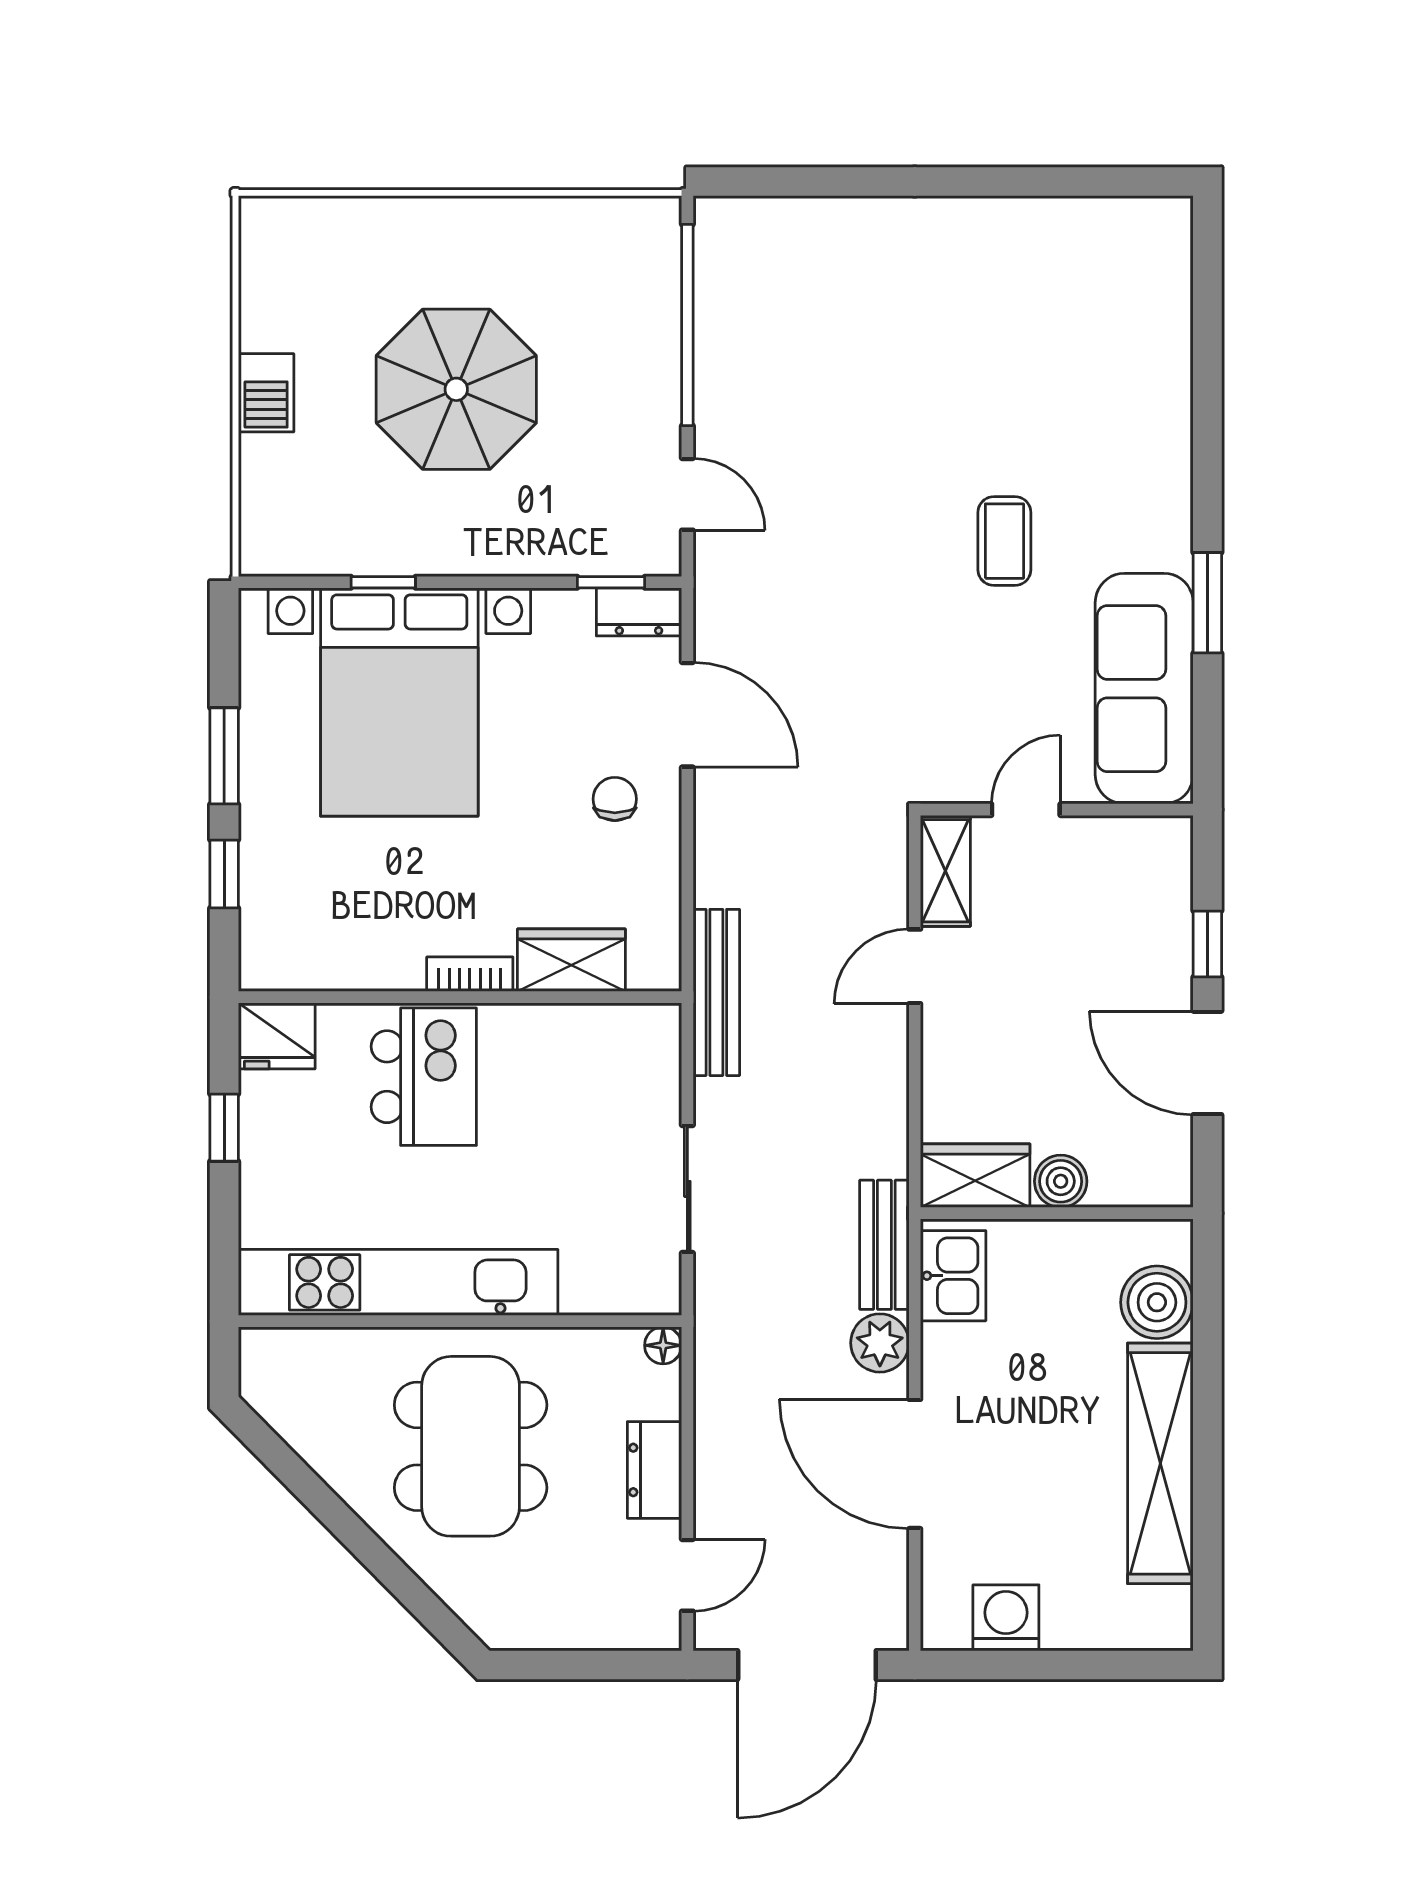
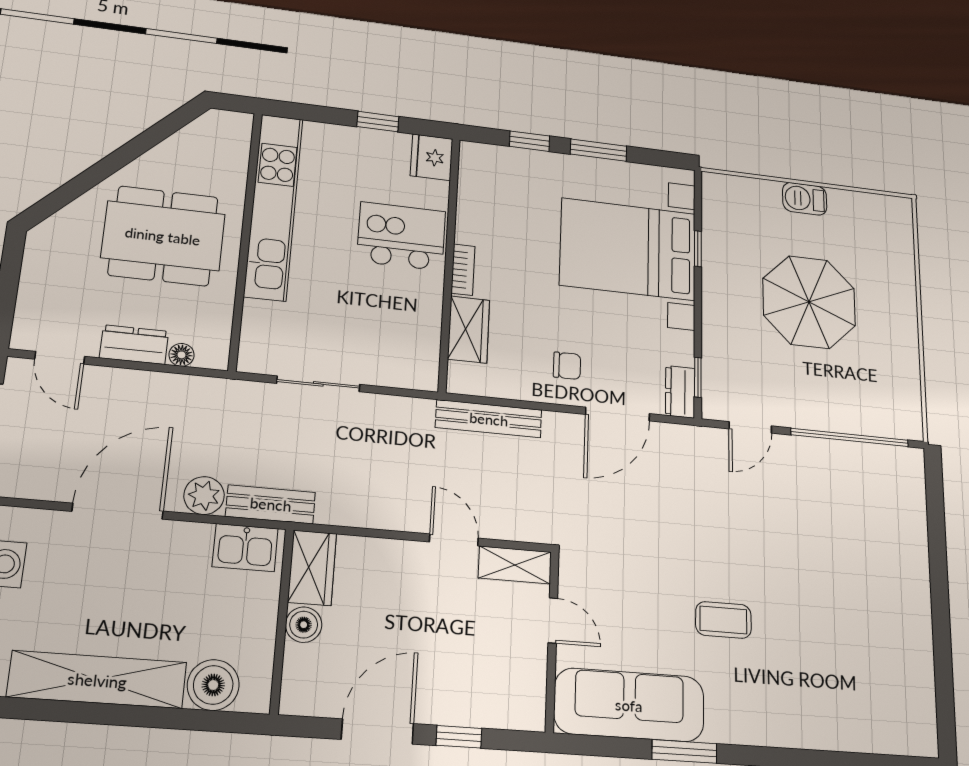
bench: (716, 992) -> (489, 419), moved
kitchen island: (424, 1077) -> (401, 236), turned 180
floor lamp: (663, 1345) -> (181, 355), moved

